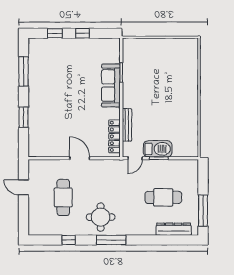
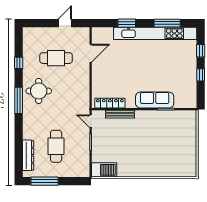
kitchen unit: (35, 85) -> (155, 33), added
barbecue: (158, 149) -> (104, 170), moved, turned -90
door: (80, 158) -> (91, 53), moved

